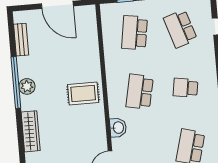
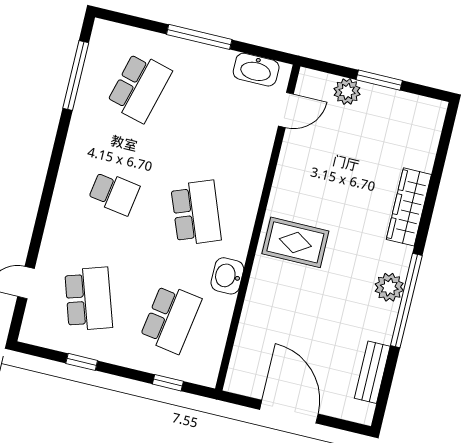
school desk: (140, 92) -> (196, 213), turned -33
washbasin: (118, 128) -> (227, 276), moved

